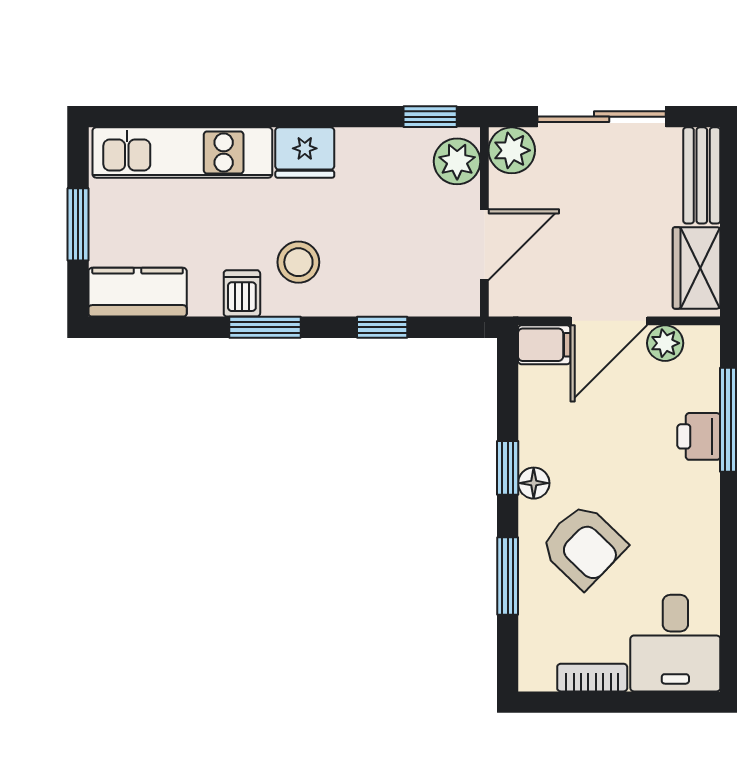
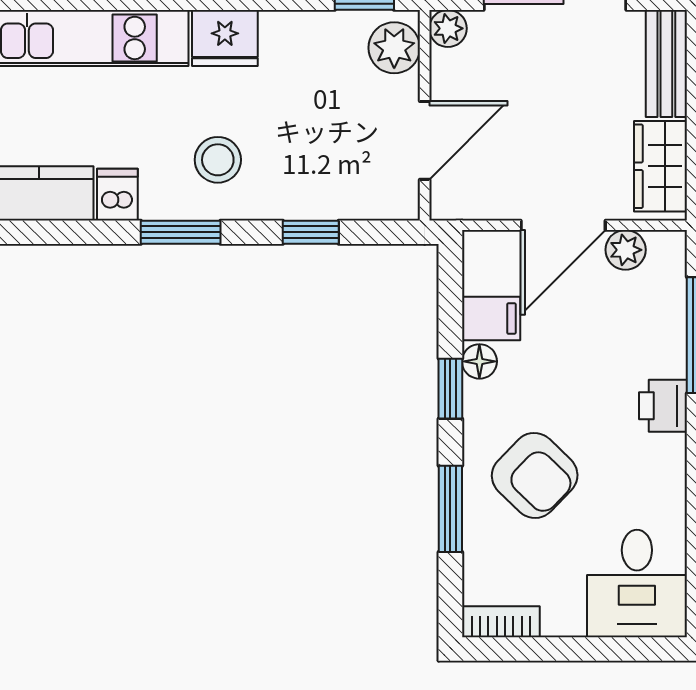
plant: (512, 150) -> (448, 28), width x0.73, depth x0.73
dishwasher: (242, 293) -> (117, 195), moved
filing cabinet: (544, 345) -> (491, 319), moved
printer: (699, 436) -> (663, 406), moved
floor lamp: (534, 483) -> (479, 361), moved
bookcase: (592, 678) -> (501, 622), moved

